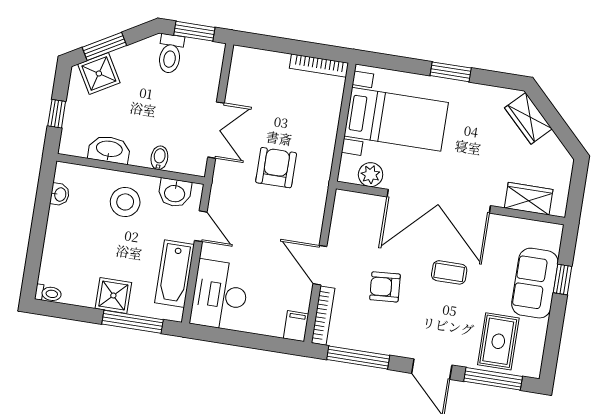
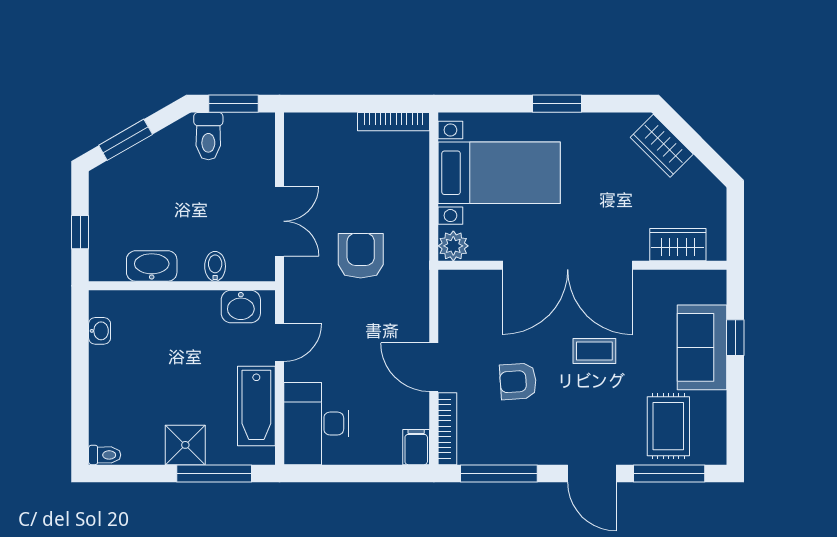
shower: (99, 74) -> (124, 174), removed
plant: (371, 175) -> (453, 246), moved
stool: (125, 202) -> (182, 327), removed
door: (201, 226) -> (279, 343), hinge flipped

